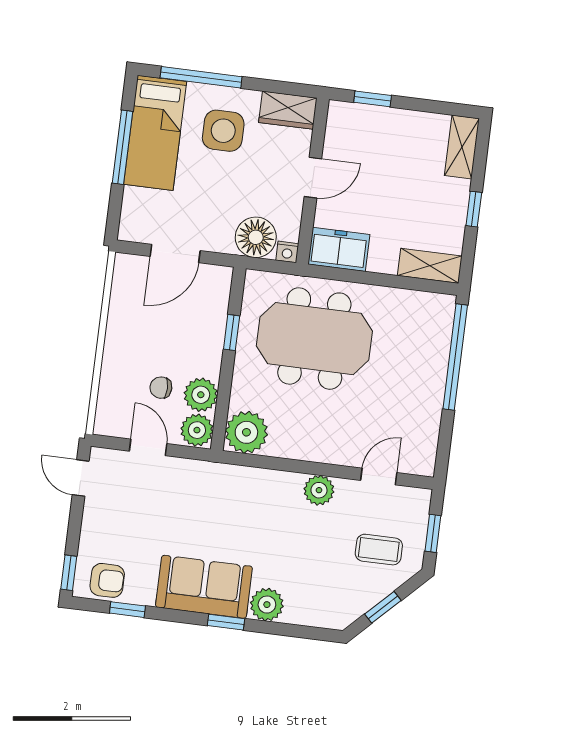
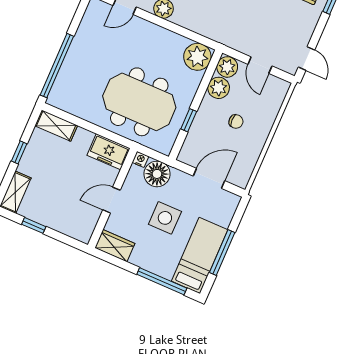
window: (373, 99) -> (34, 225), moved
side table: (223, 131) -> (165, 218), moved
chair: (161, 388) -> (236, 122), moved

